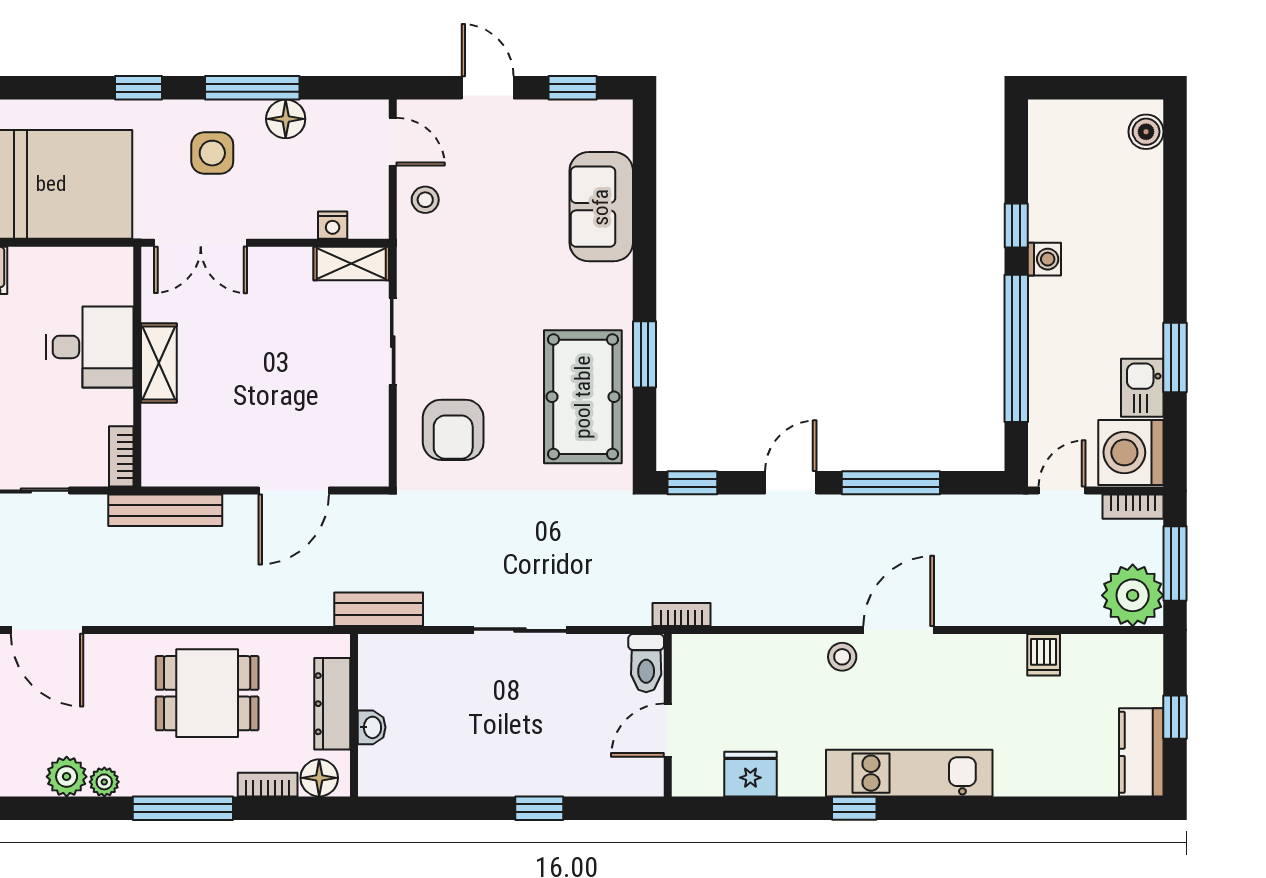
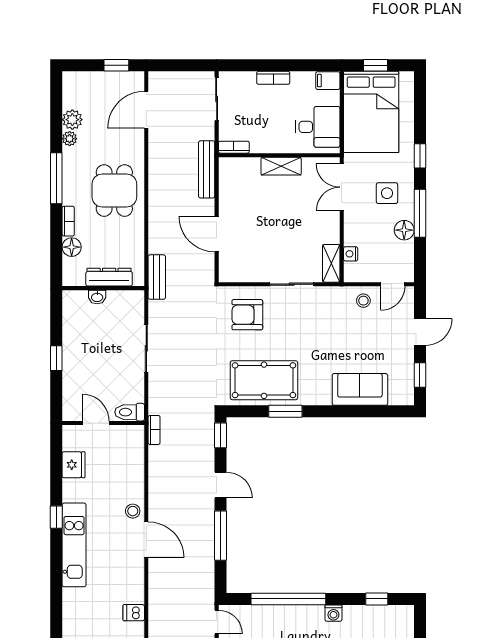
window: (1016, 225) -> (377, 599), moved
desk: (90, 347) -> (318, 127), moved, turned -90
dresser: (332, 704) -> (109, 277), moved
wall: (354, 715) -> (103, 288), moved
washbasin: (372, 727) -> (97, 297), moved

